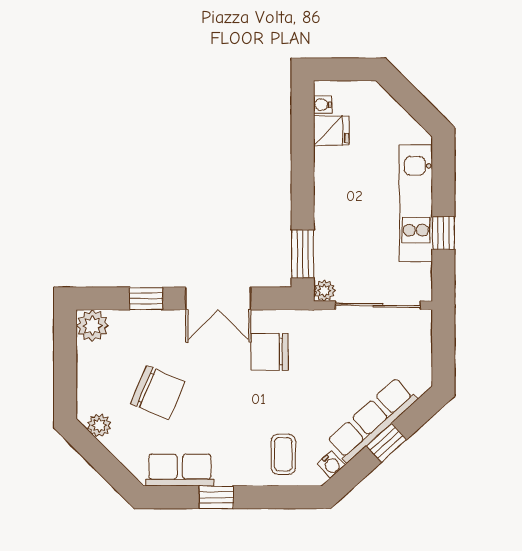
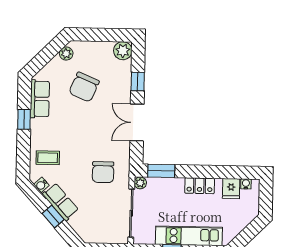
locker: (327, 186) -> (200, 186), added
chair: (270, 352) -> (103, 172), moved, turned 180
row of seats: (372, 420) -> (60, 202), width x0.68

